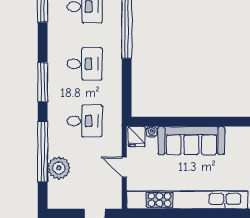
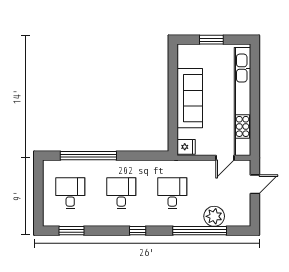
window: (43, 82) -> (138, 231), width x0.46
water cooler: (152, 132) -> (182, 134), removed
door: (124, 167) -> (225, 158), moved

